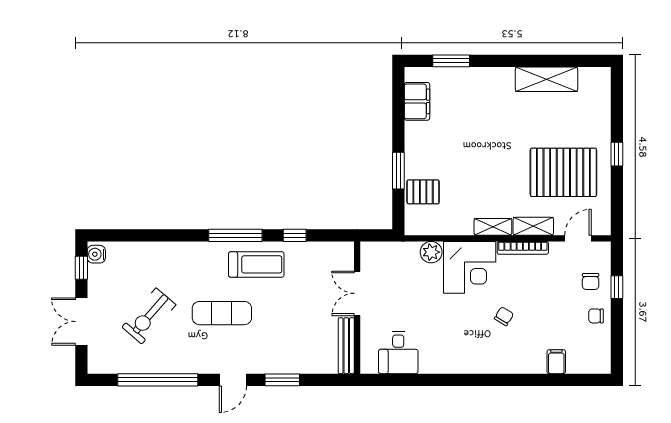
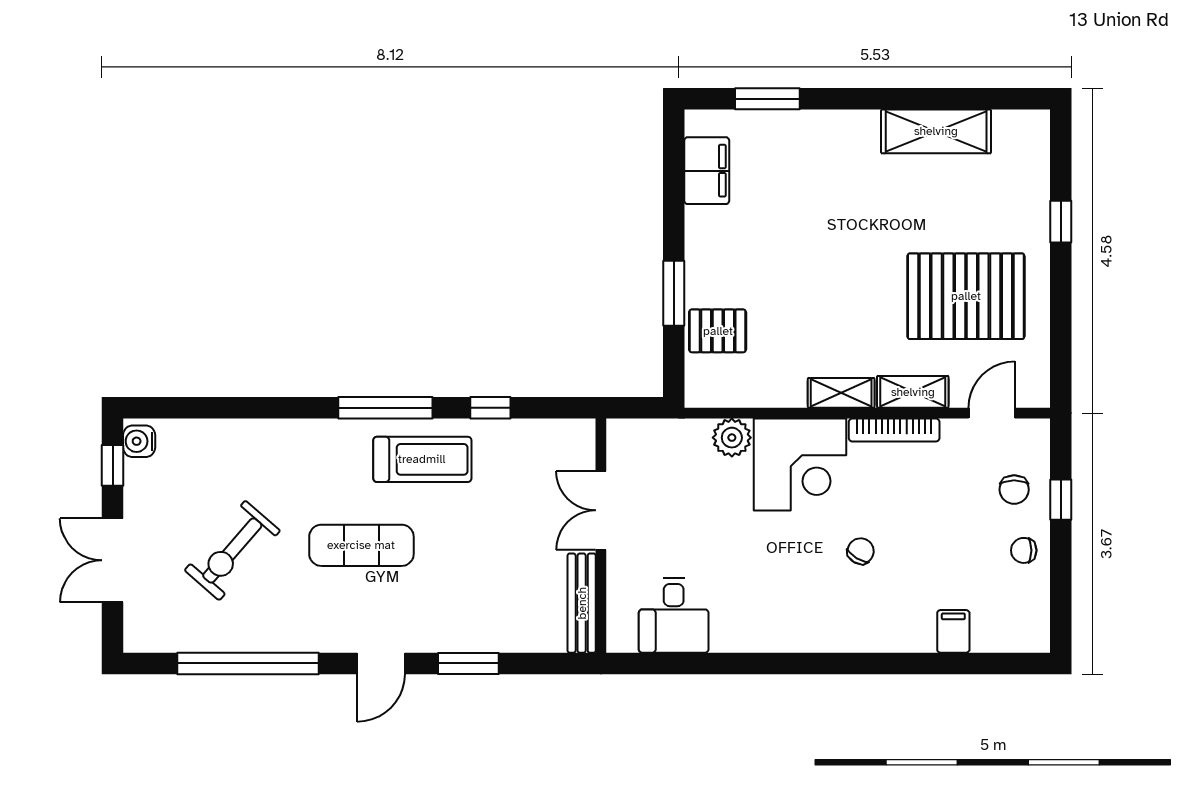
window: (617, 154) -> (1061, 222), moved

